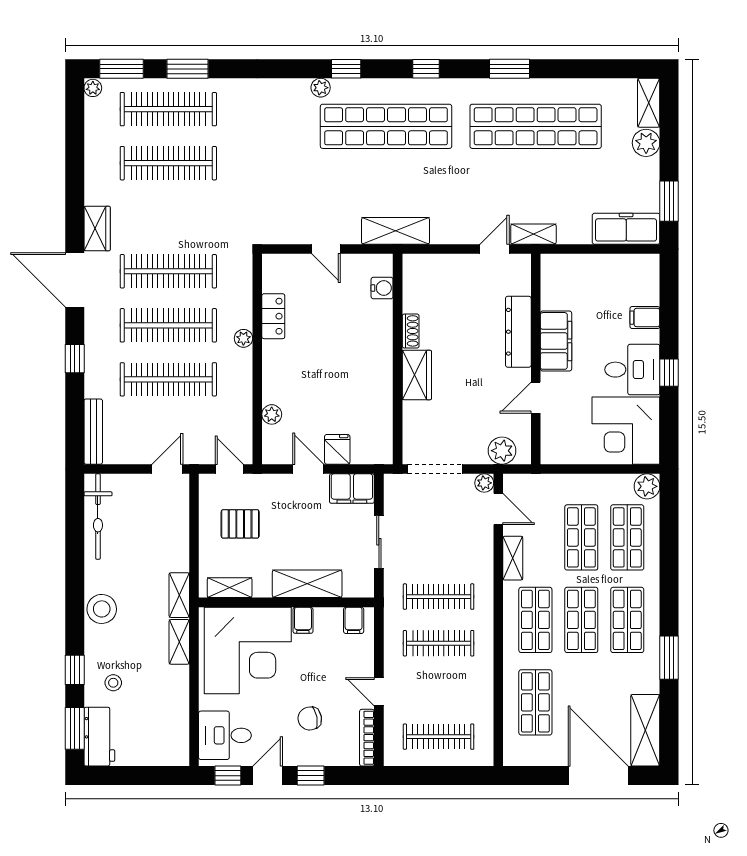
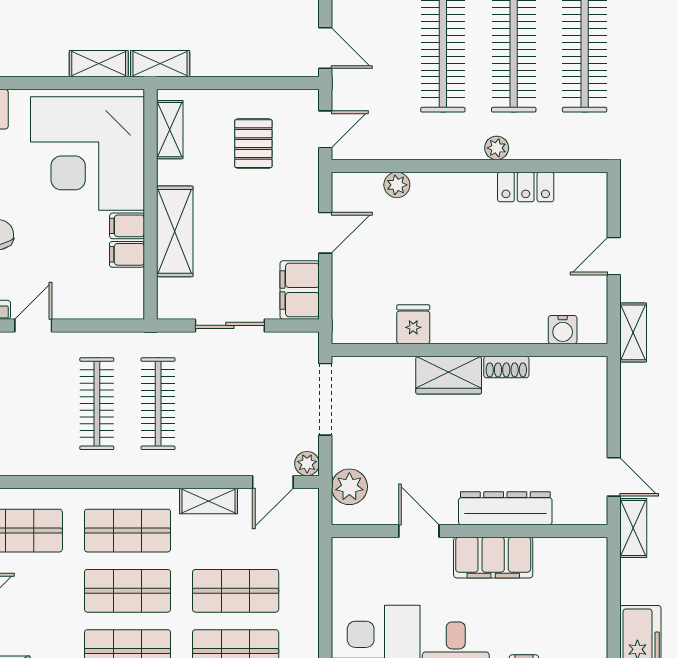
shelving: (396, 231) -> (633, 332), width x0.67, depth x0.75
fridge: (337, 449) -> (413, 324), moved, turned -90
filing cabinet: (354, 620) -> (127, 254), moved

